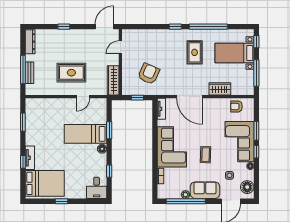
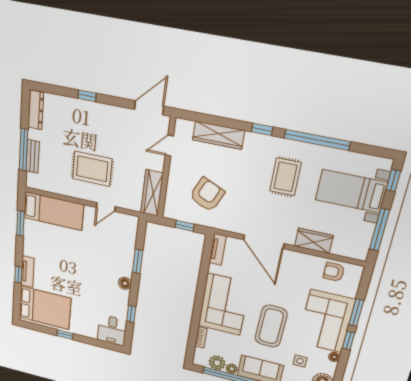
wardrobe: (150, 35) -> (218, 135), added
bed: (85, 134) -> (53, 211), moved, turned 180
coffee table: (206, 155) -> (271, 326), width x1.86, depth x1.72
plant: (175, 193) -> (217, 363), added

